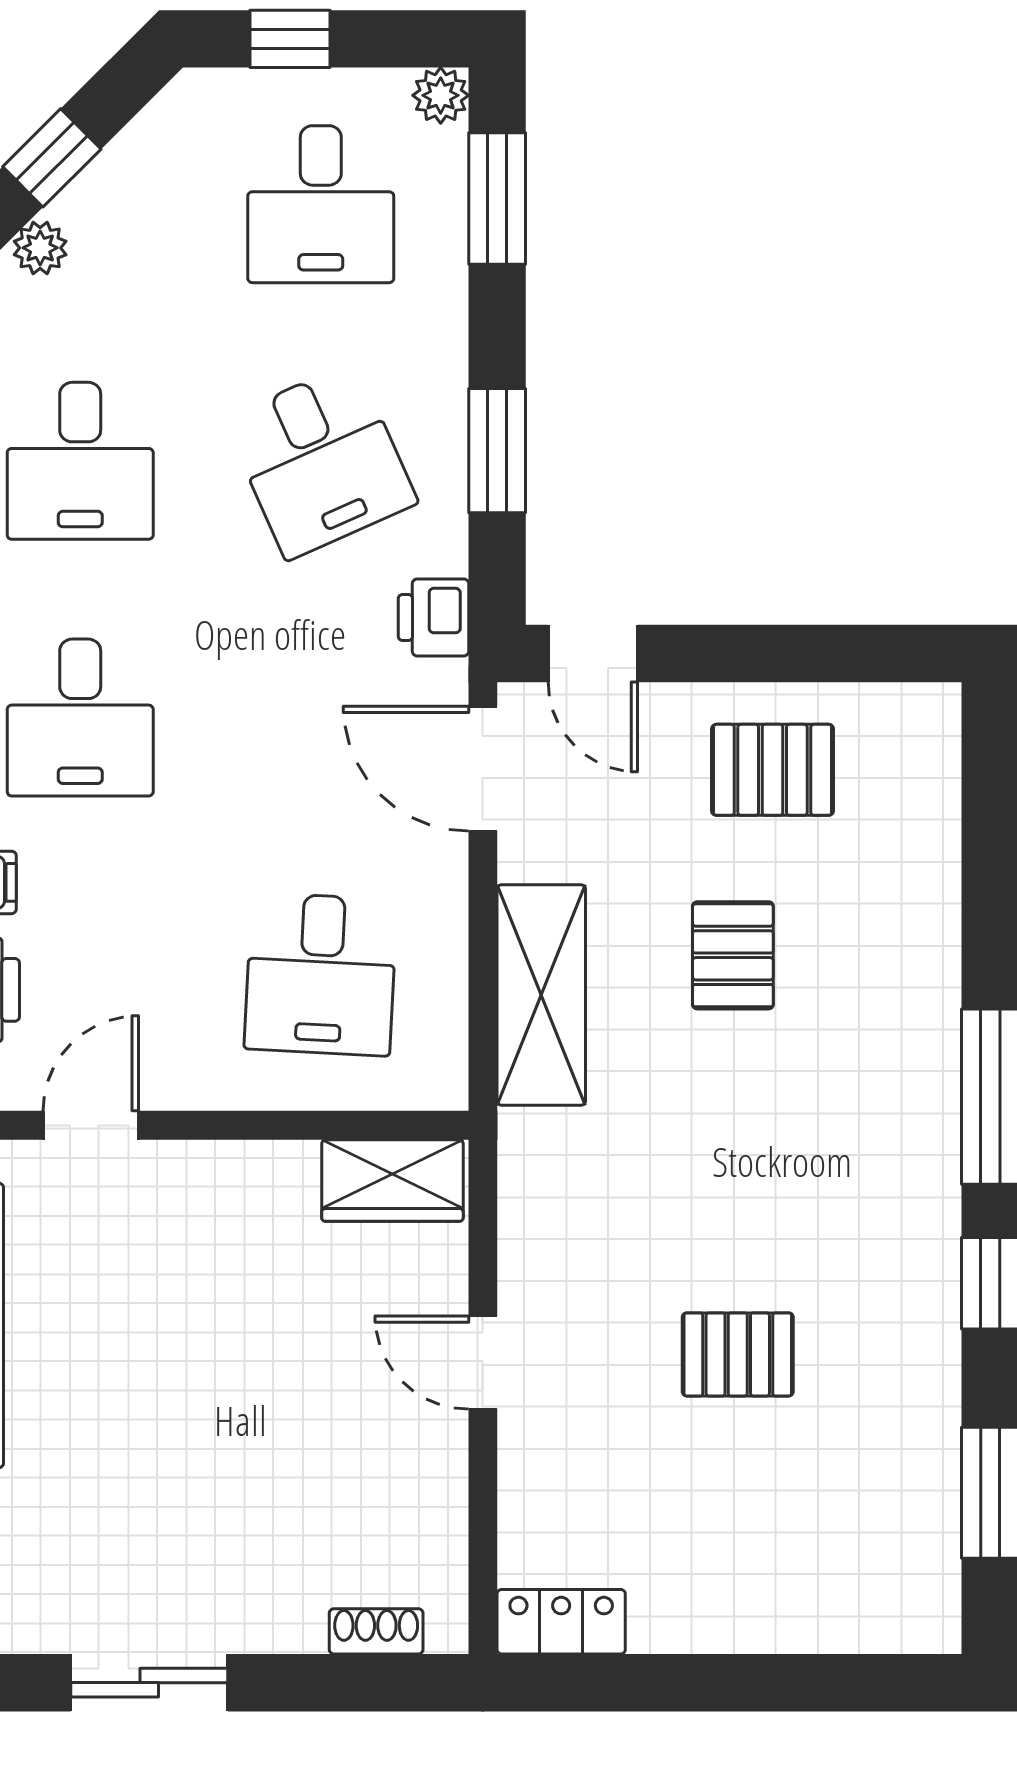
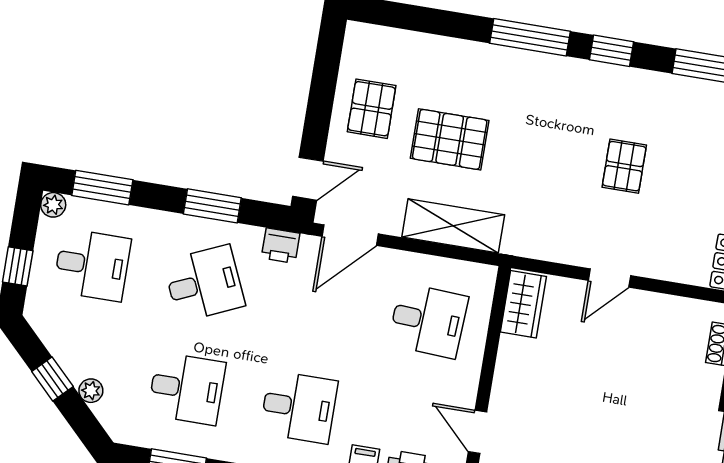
pallet: (733, 955) -> (450, 139), width x1.50, depth x1.42

